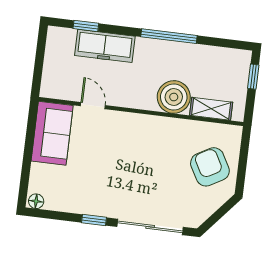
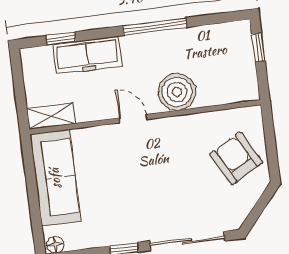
door: (93, 106) -> (133, 119), moved
shelving: (211, 109) -> (51, 116), moved
sofa: (52, 133) -> (55, 178), width x1.36

